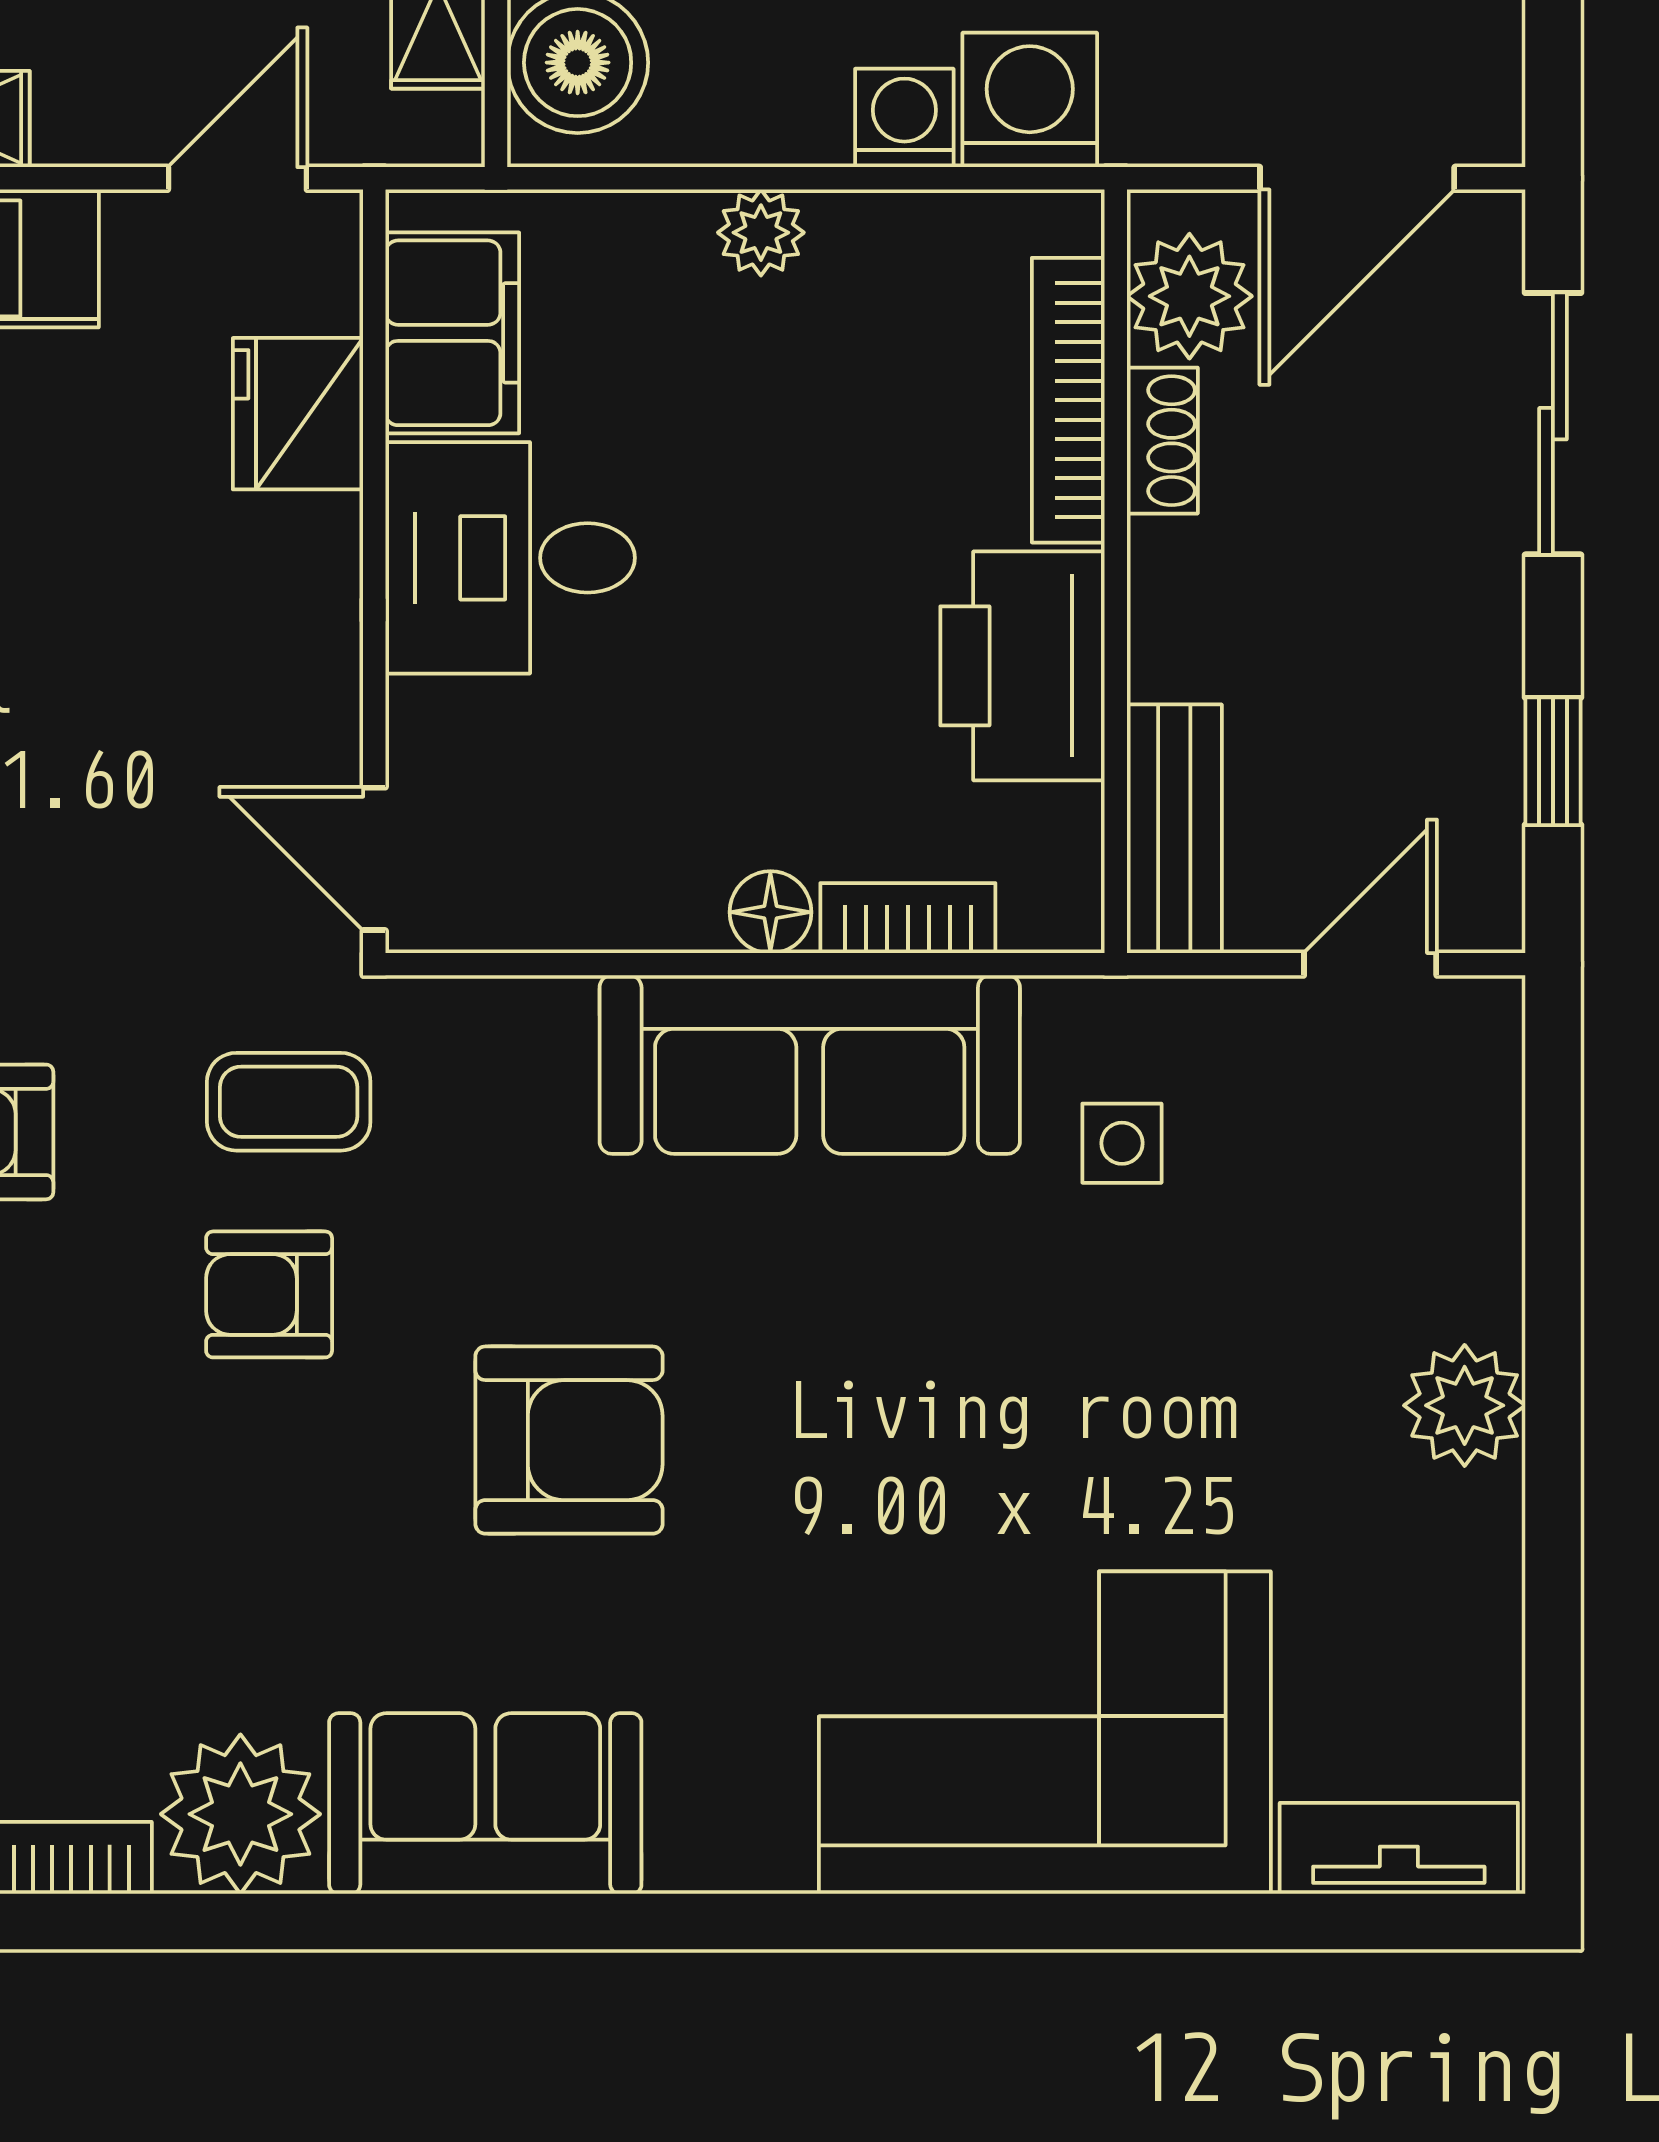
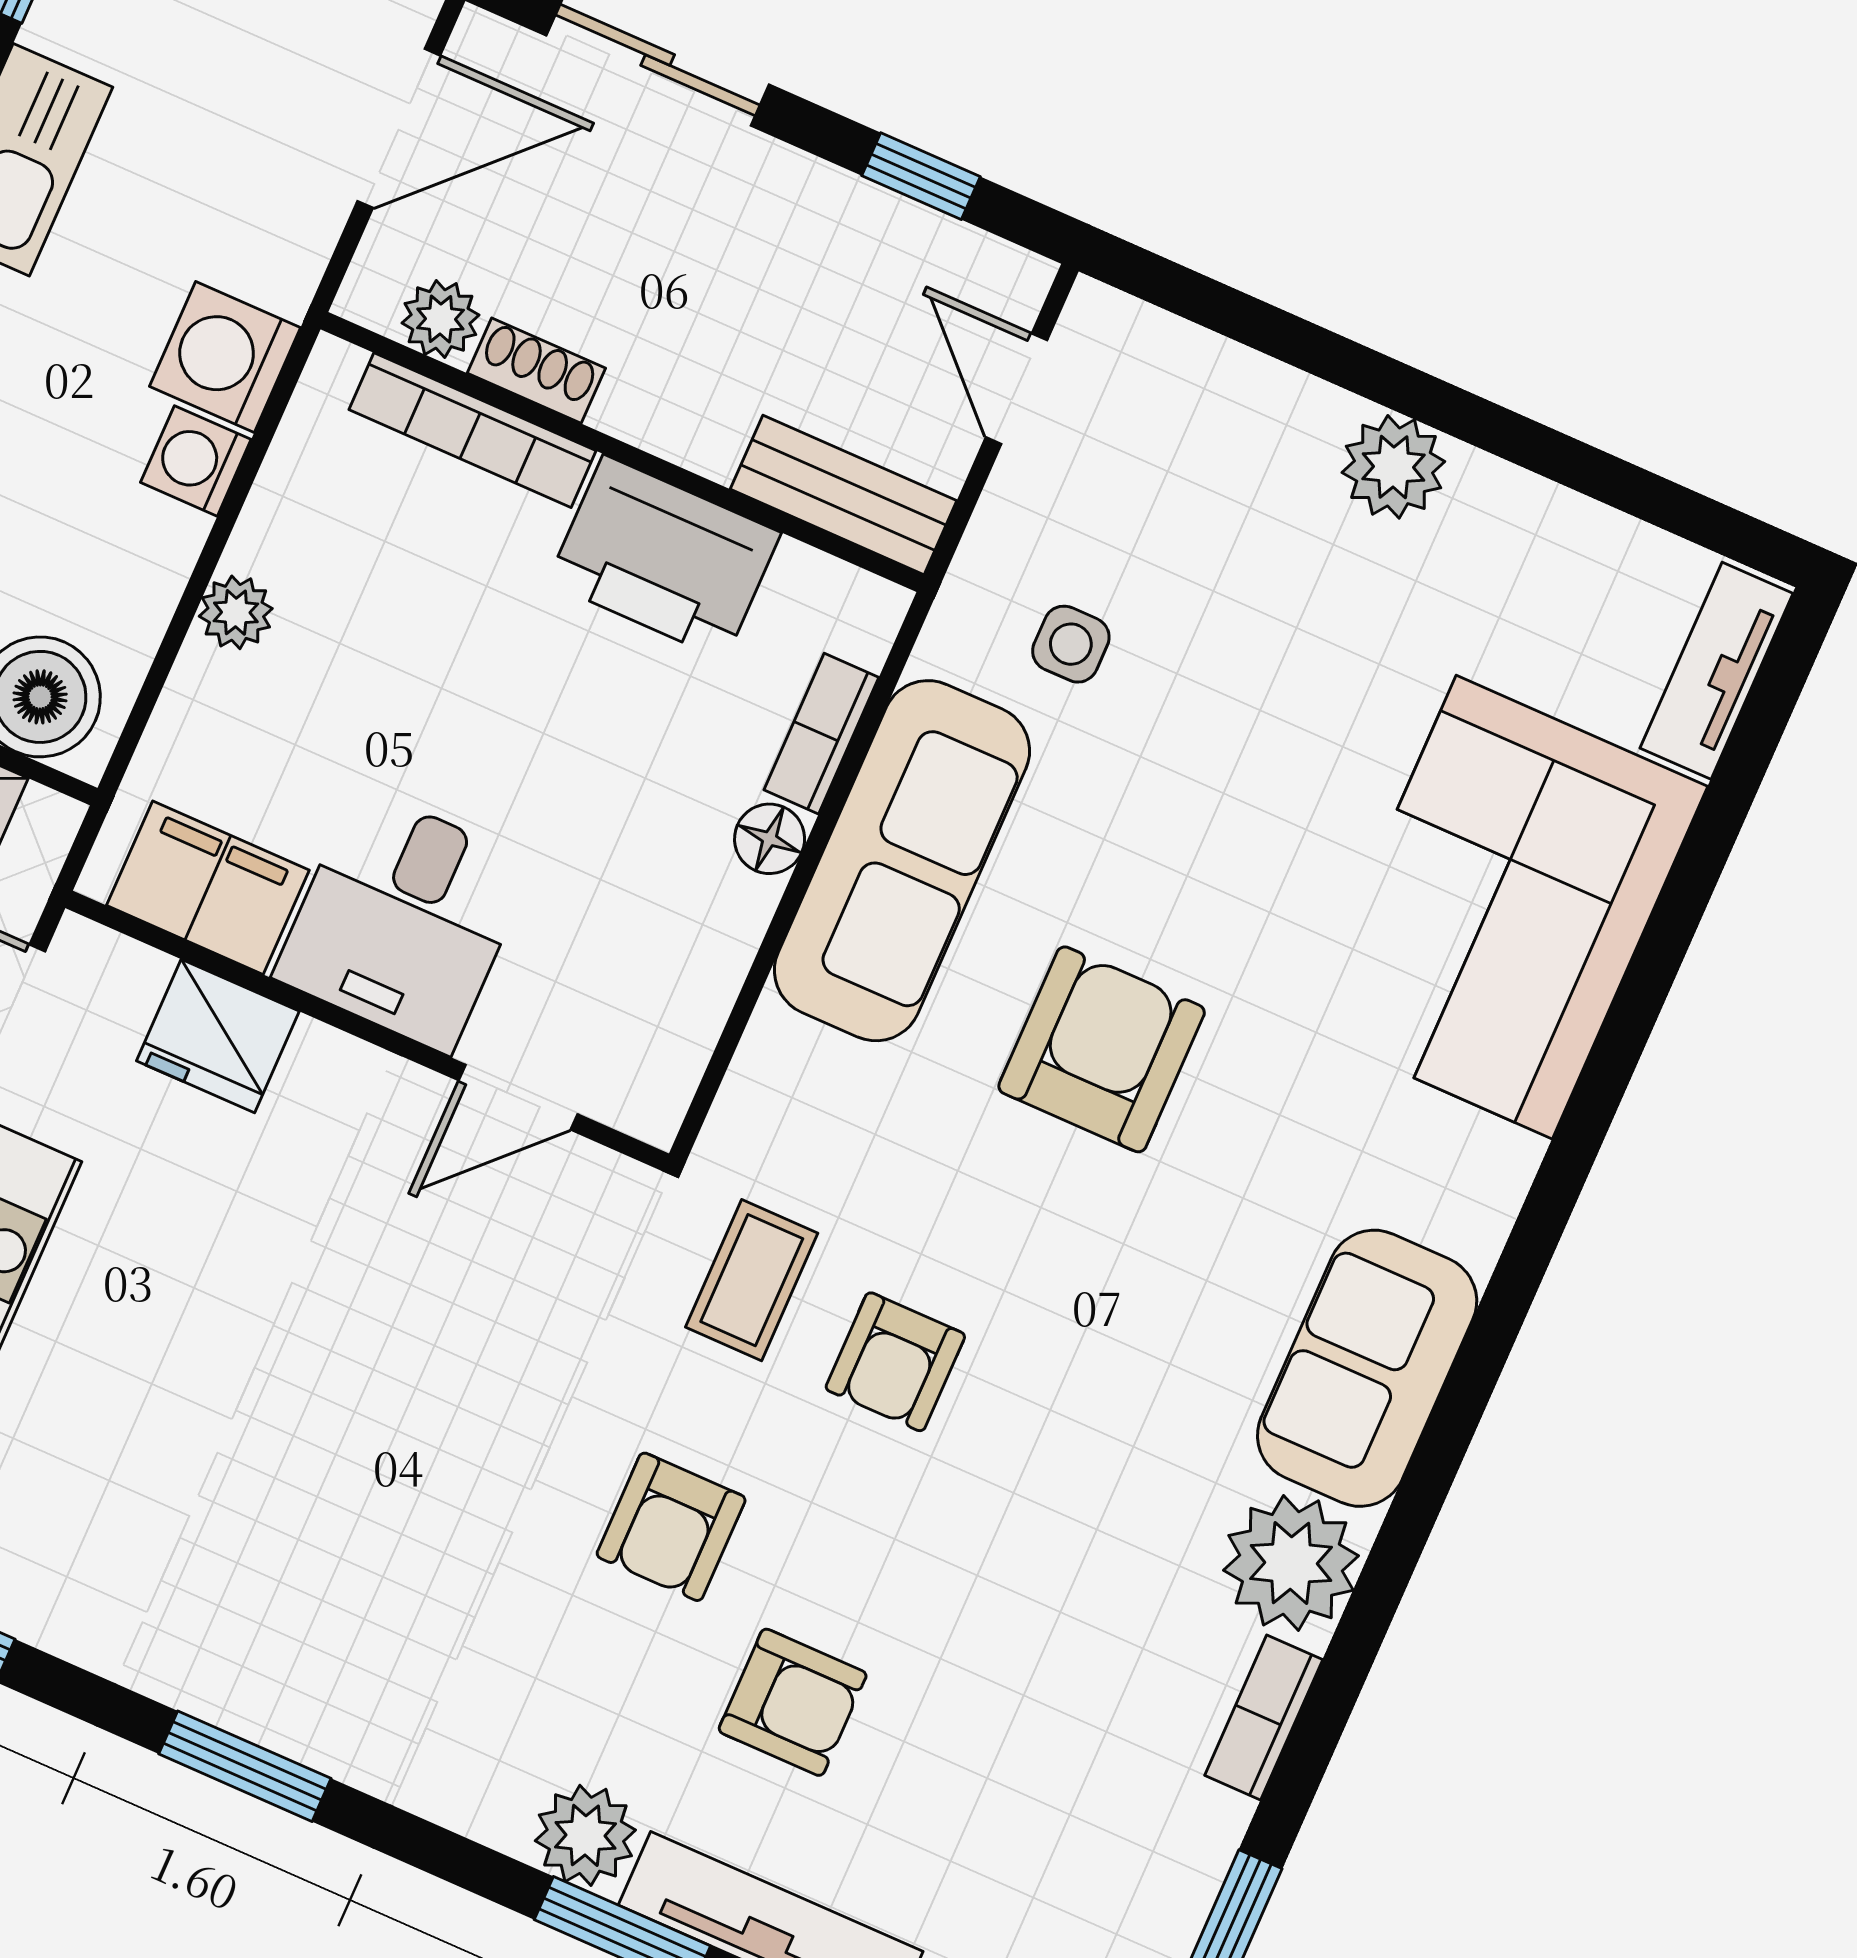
door: (1357, 178) -> (399, 128), hinge flipped
plant: (1189, 296) -> (440, 319), width x0.73, depth x0.73
door: (374, 859) -> (518, 1097), moved
armchair: (569, 1440) -> (1102, 1049), moved

